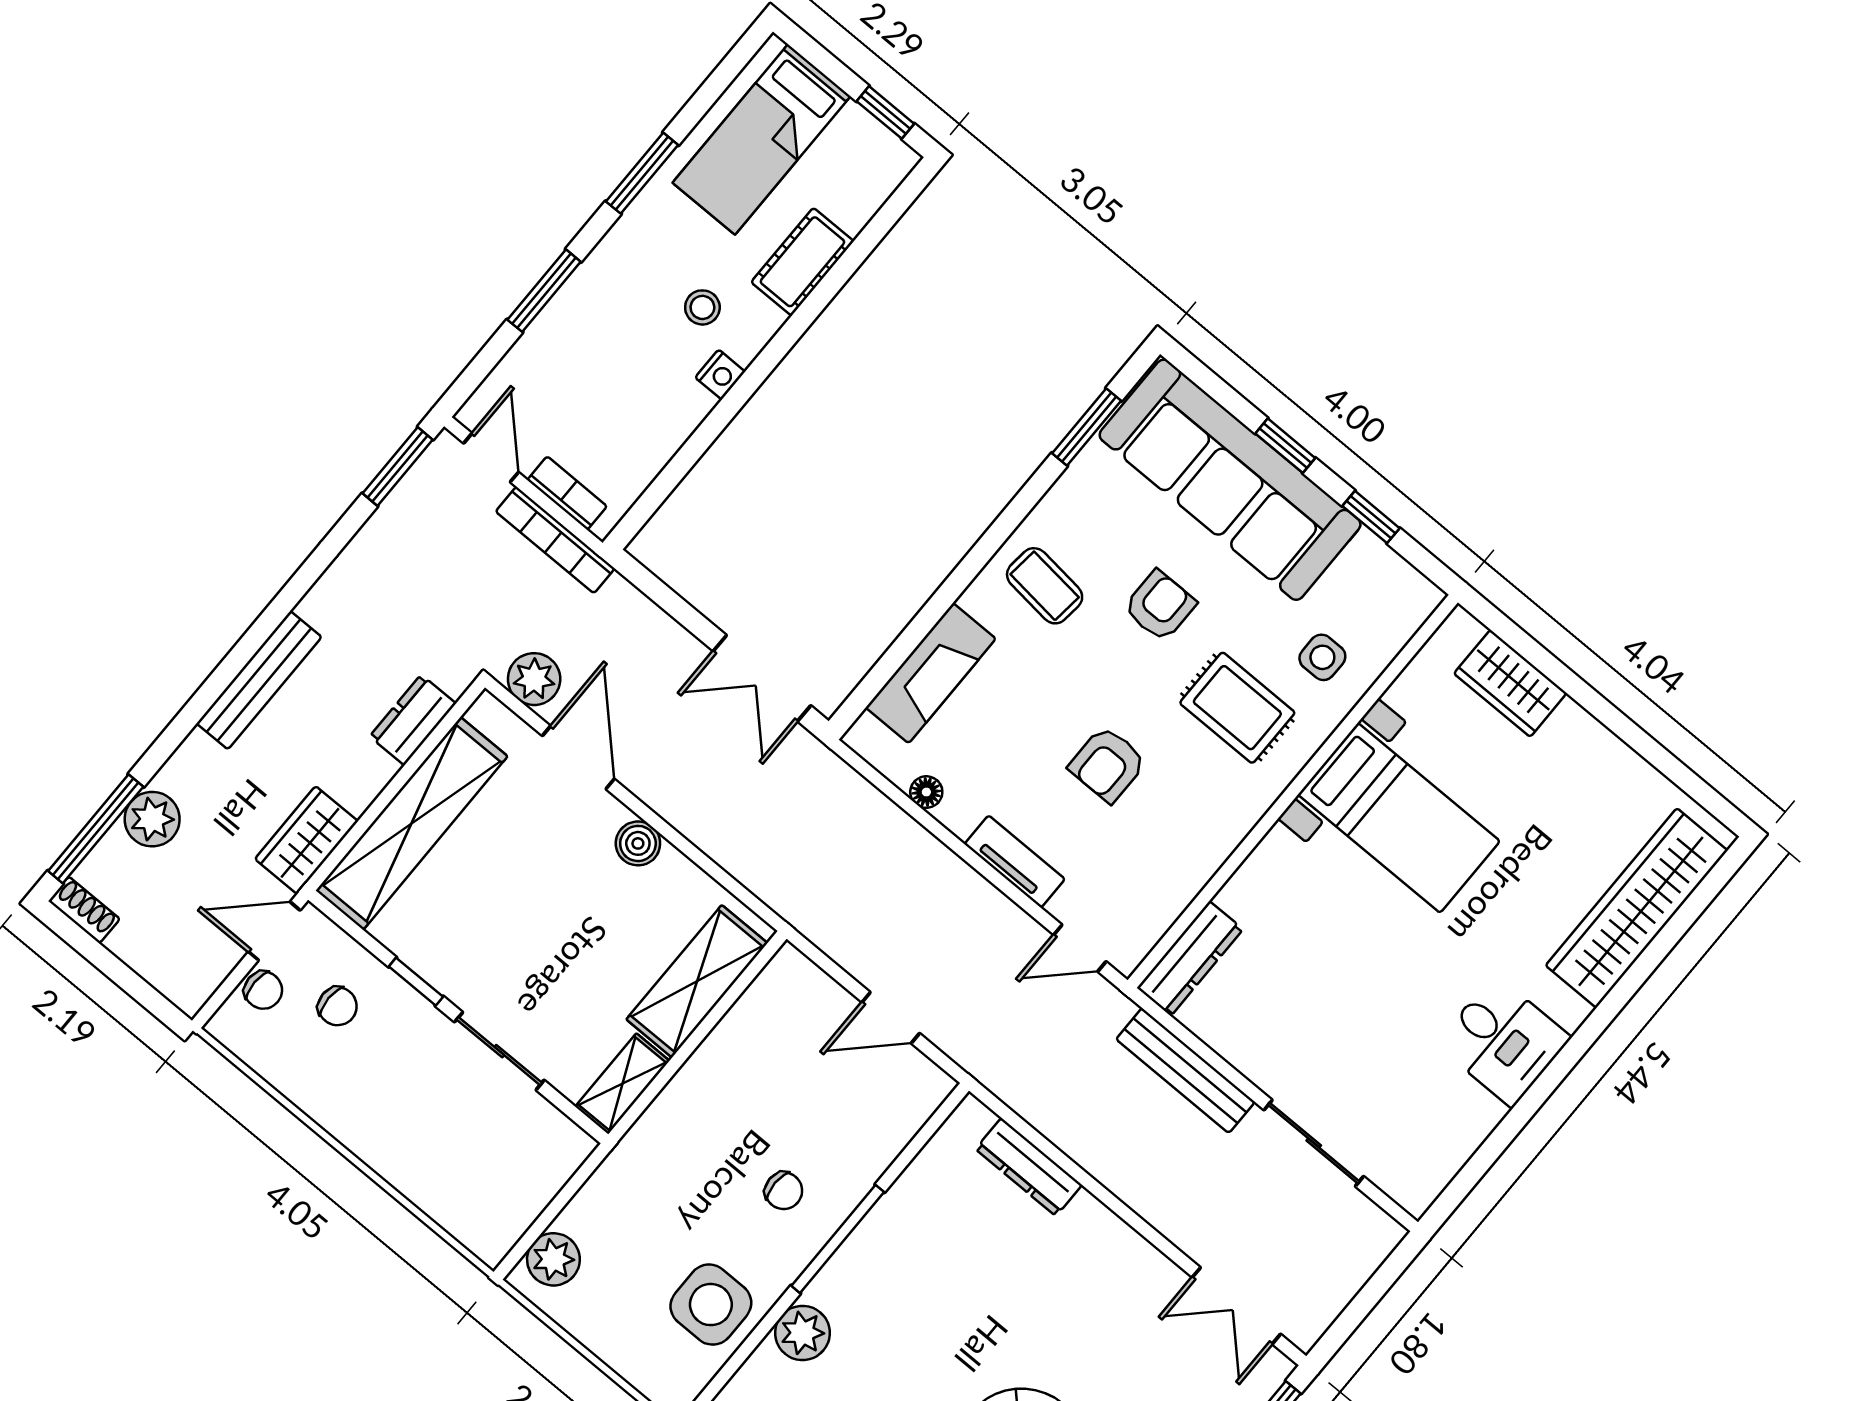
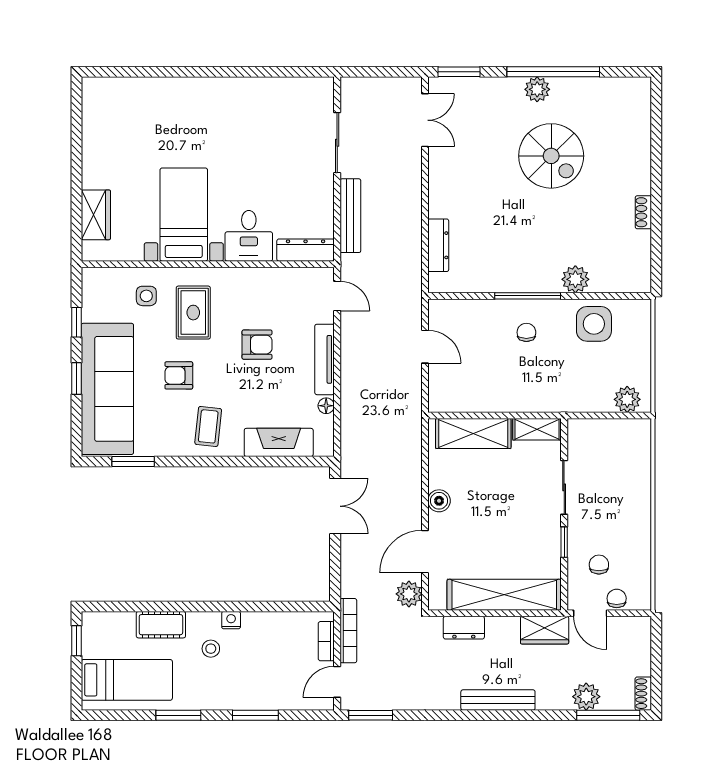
tv unit: (1015, 862) -> (325, 359), width x1.41
wardrobe: (1637, 908) -> (142, 93), removed
desk: (1503, 1041) -> (249, 236), moved, turned 180

